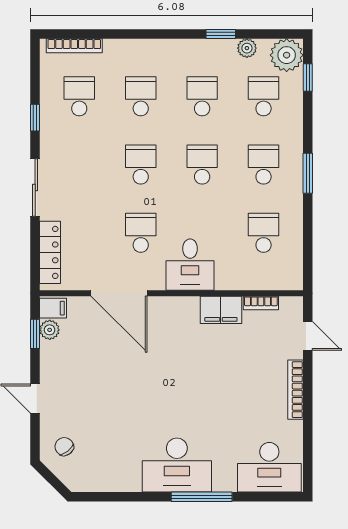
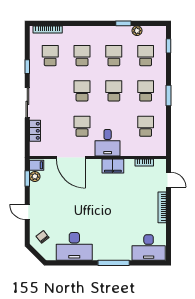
plant: (287, 55) -> (158, 34), removed
locker: (50, 252) -> (35, 131), width x0.66
filing cabinet: (221, 310) -> (113, 166), moved
desk: (177, 465) -> (74, 246), moved

